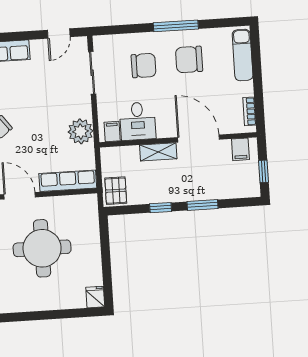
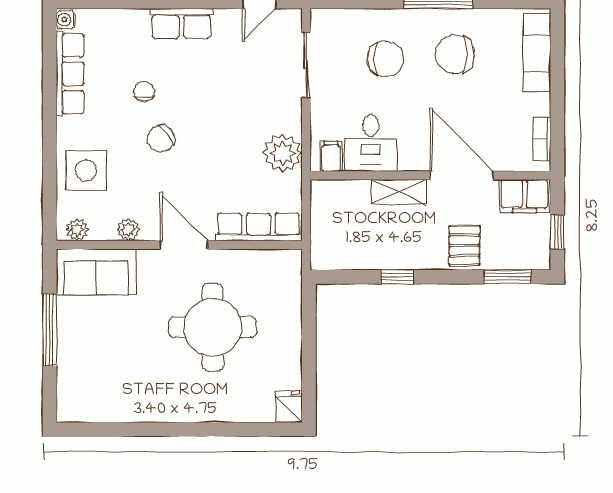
filing cabinet: (240, 149) -> (524, 196), width x2.00
pallet: (116, 191) -> (464, 245), moved
window: (203, 205) -> (508, 277), moved

